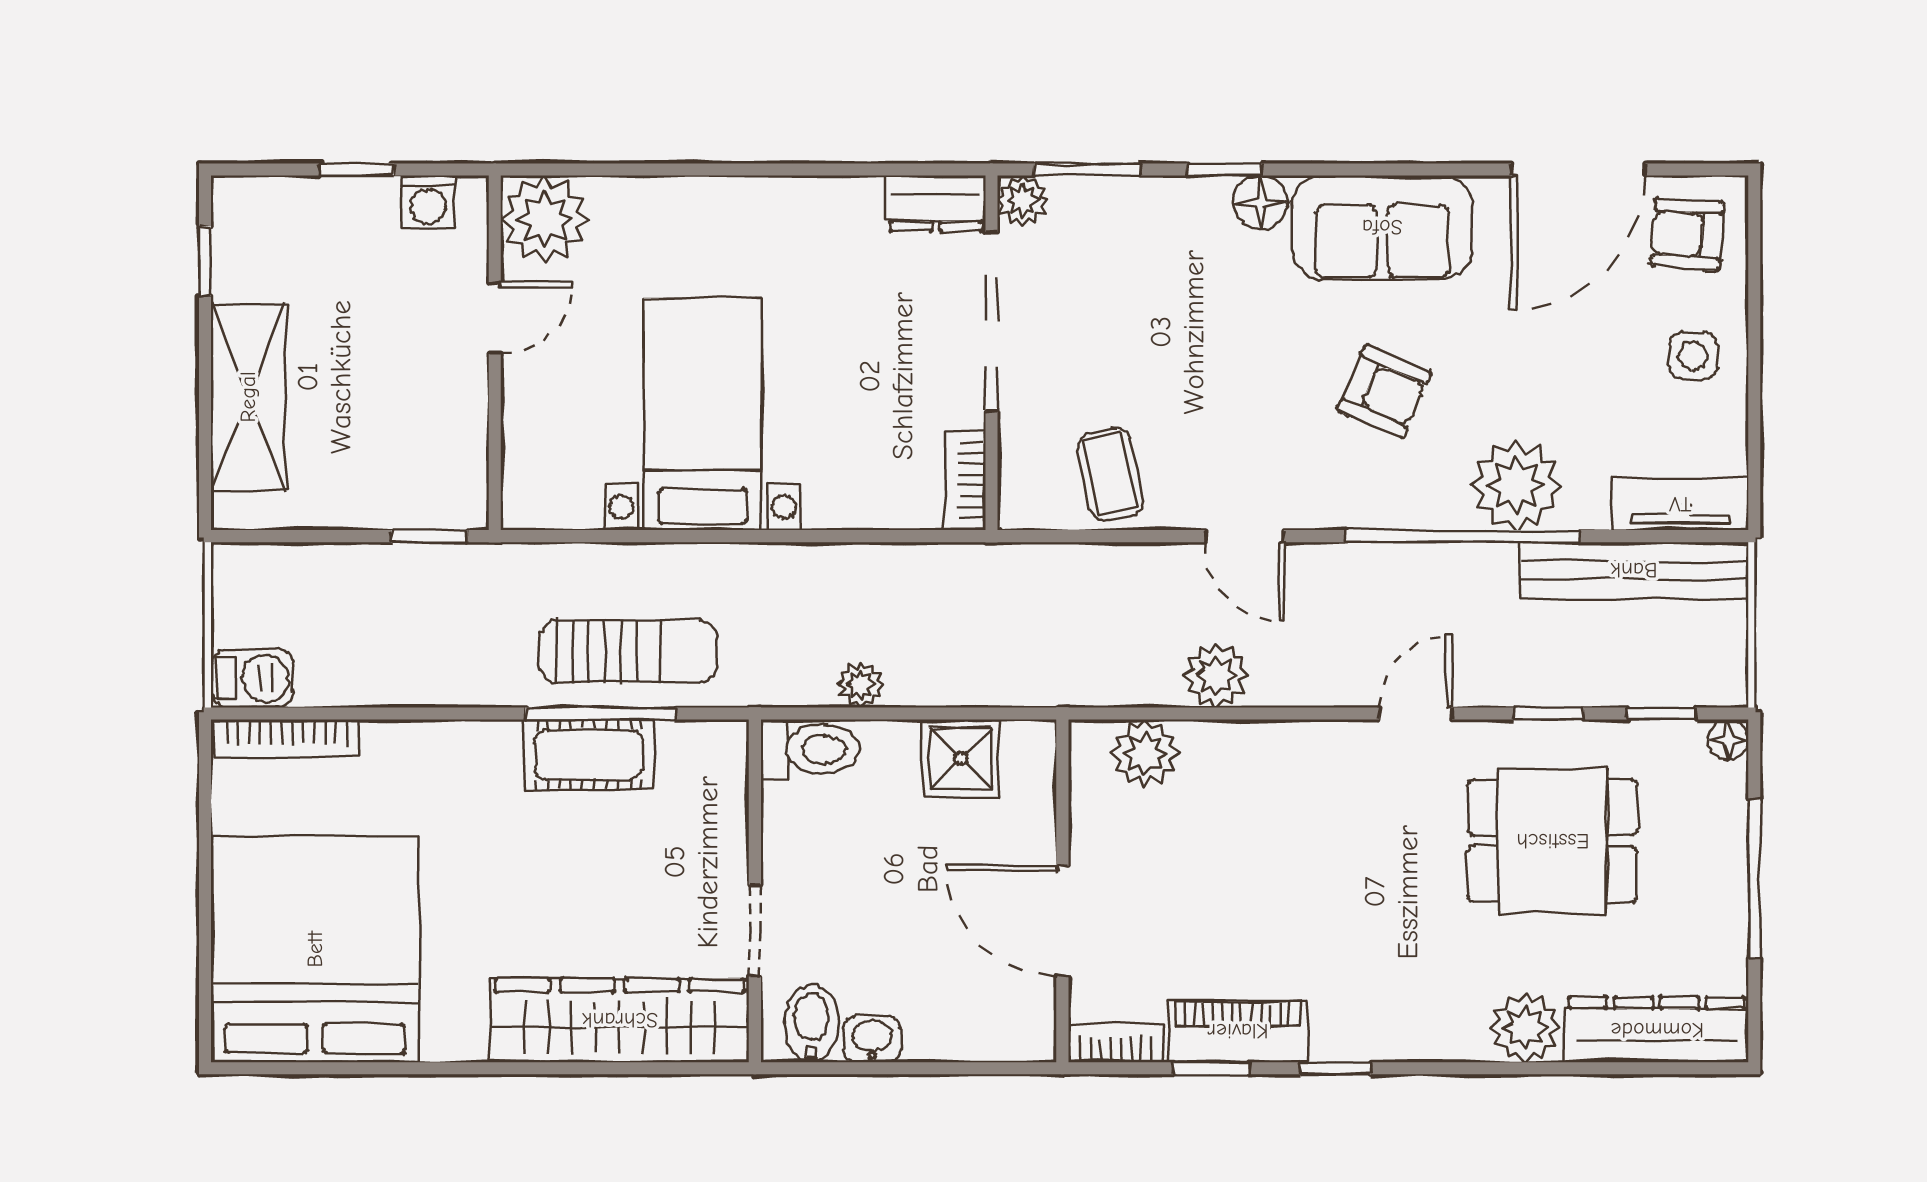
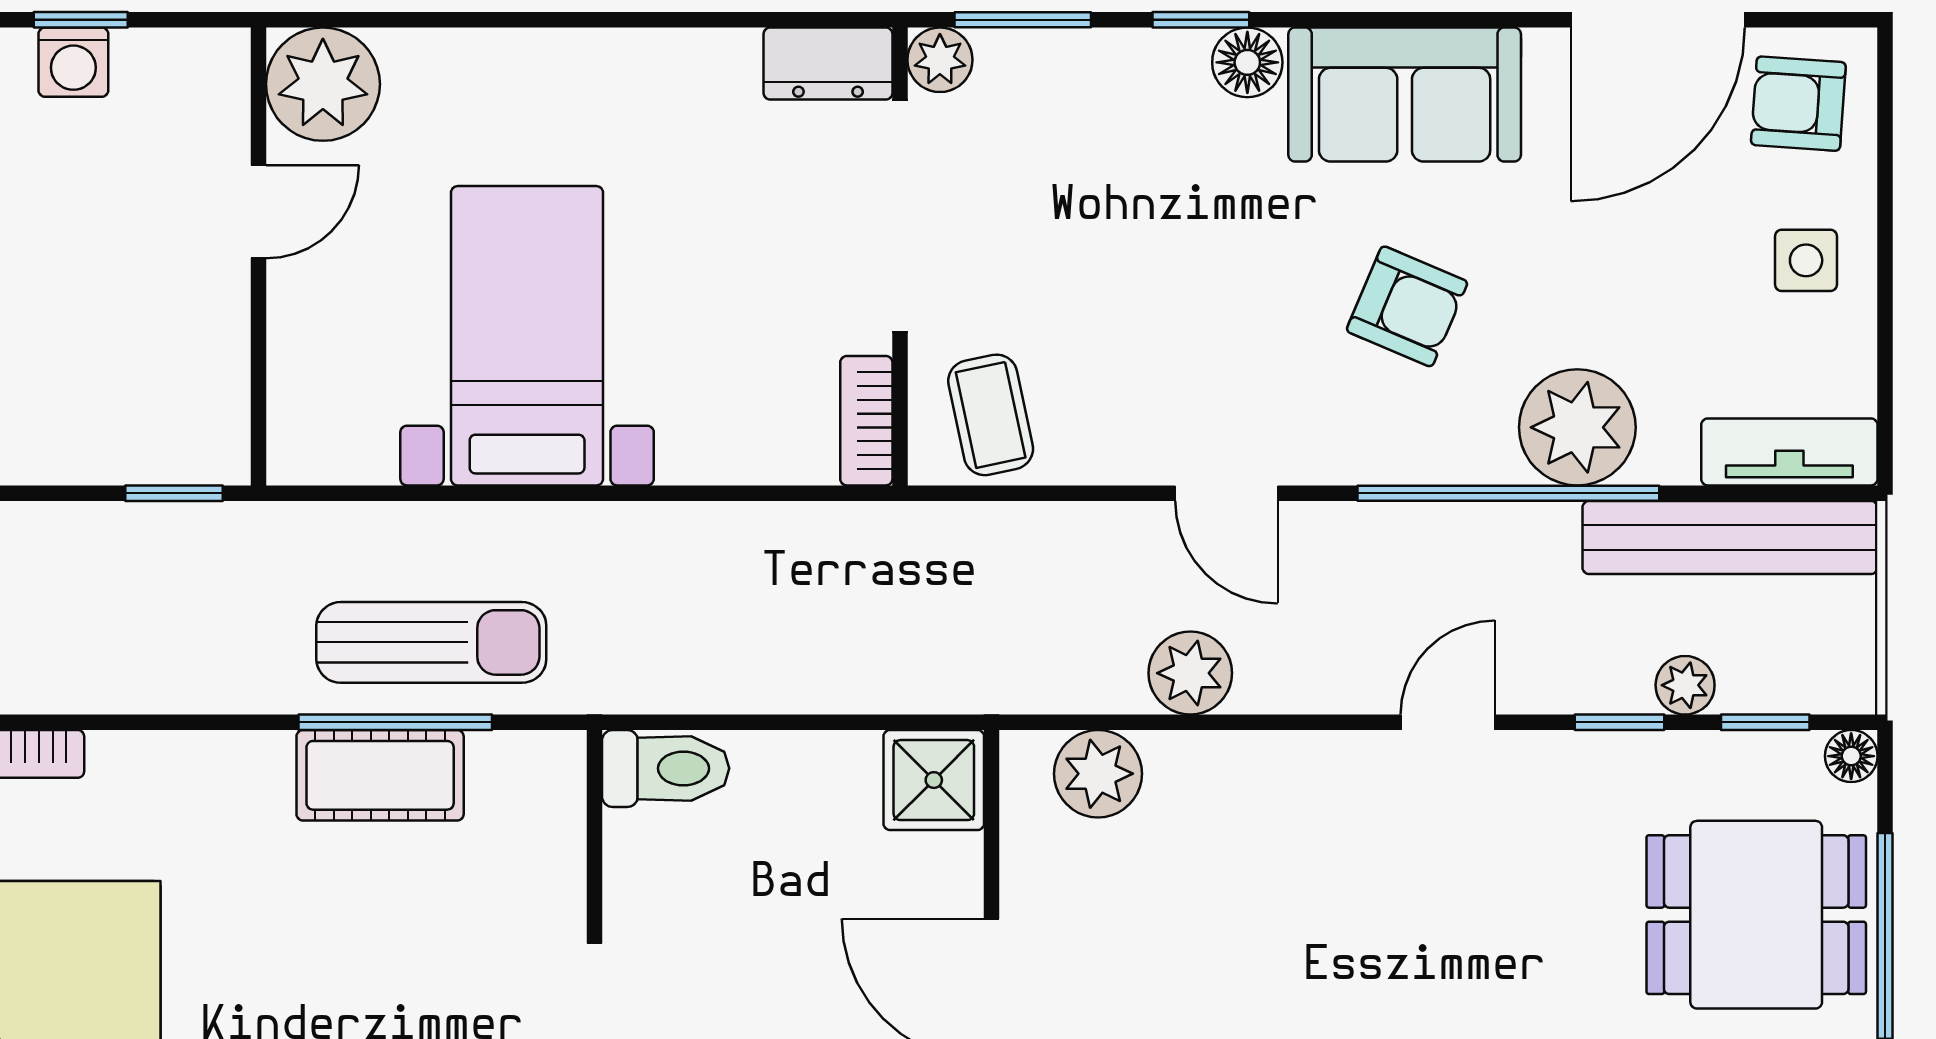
washing machine: (428, 202) -> (73, 62), moved
coffee table: (1110, 474) -> (991, 415), moved
plant: (861, 685) -> (1685, 685), moved
shower: (961, 758) -> (934, 780), moved
dining table: (1553, 841) -> (1756, 915), moved

